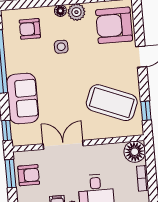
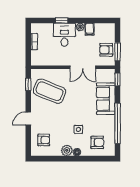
armchair: (114, 25) -> (44, 140), width x0.53, depth x0.53
floor lamp: (135, 152) -> (38, 59), removed

